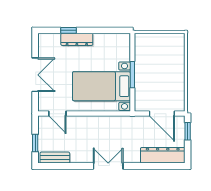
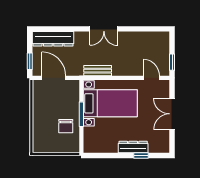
chair: (149, 62) -> (66, 126), added
window: (35, 143) -> (172, 62), moved
bench: (55, 158) -> (98, 71), moved

